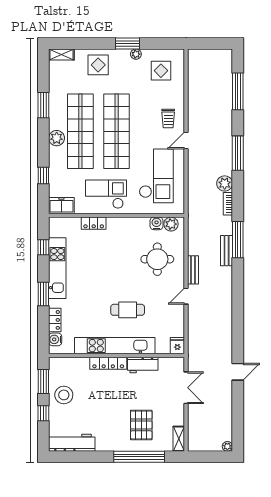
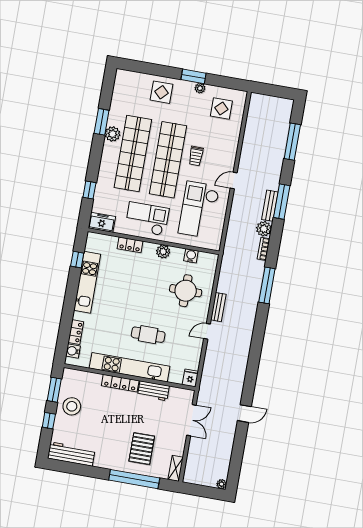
shelving: (61, 55) -> (128, 76), removed
trolley: (168, 119) -> (196, 156), moved
plant: (57, 138) -> (113, 134), moved
checkout: (156, 176) -> (199, 210), turned 180
plant: (171, 224) -> (163, 252), moved
bench: (227, 251) -> (270, 206), moved
window: (43, 294) -> (69, 305), removed

